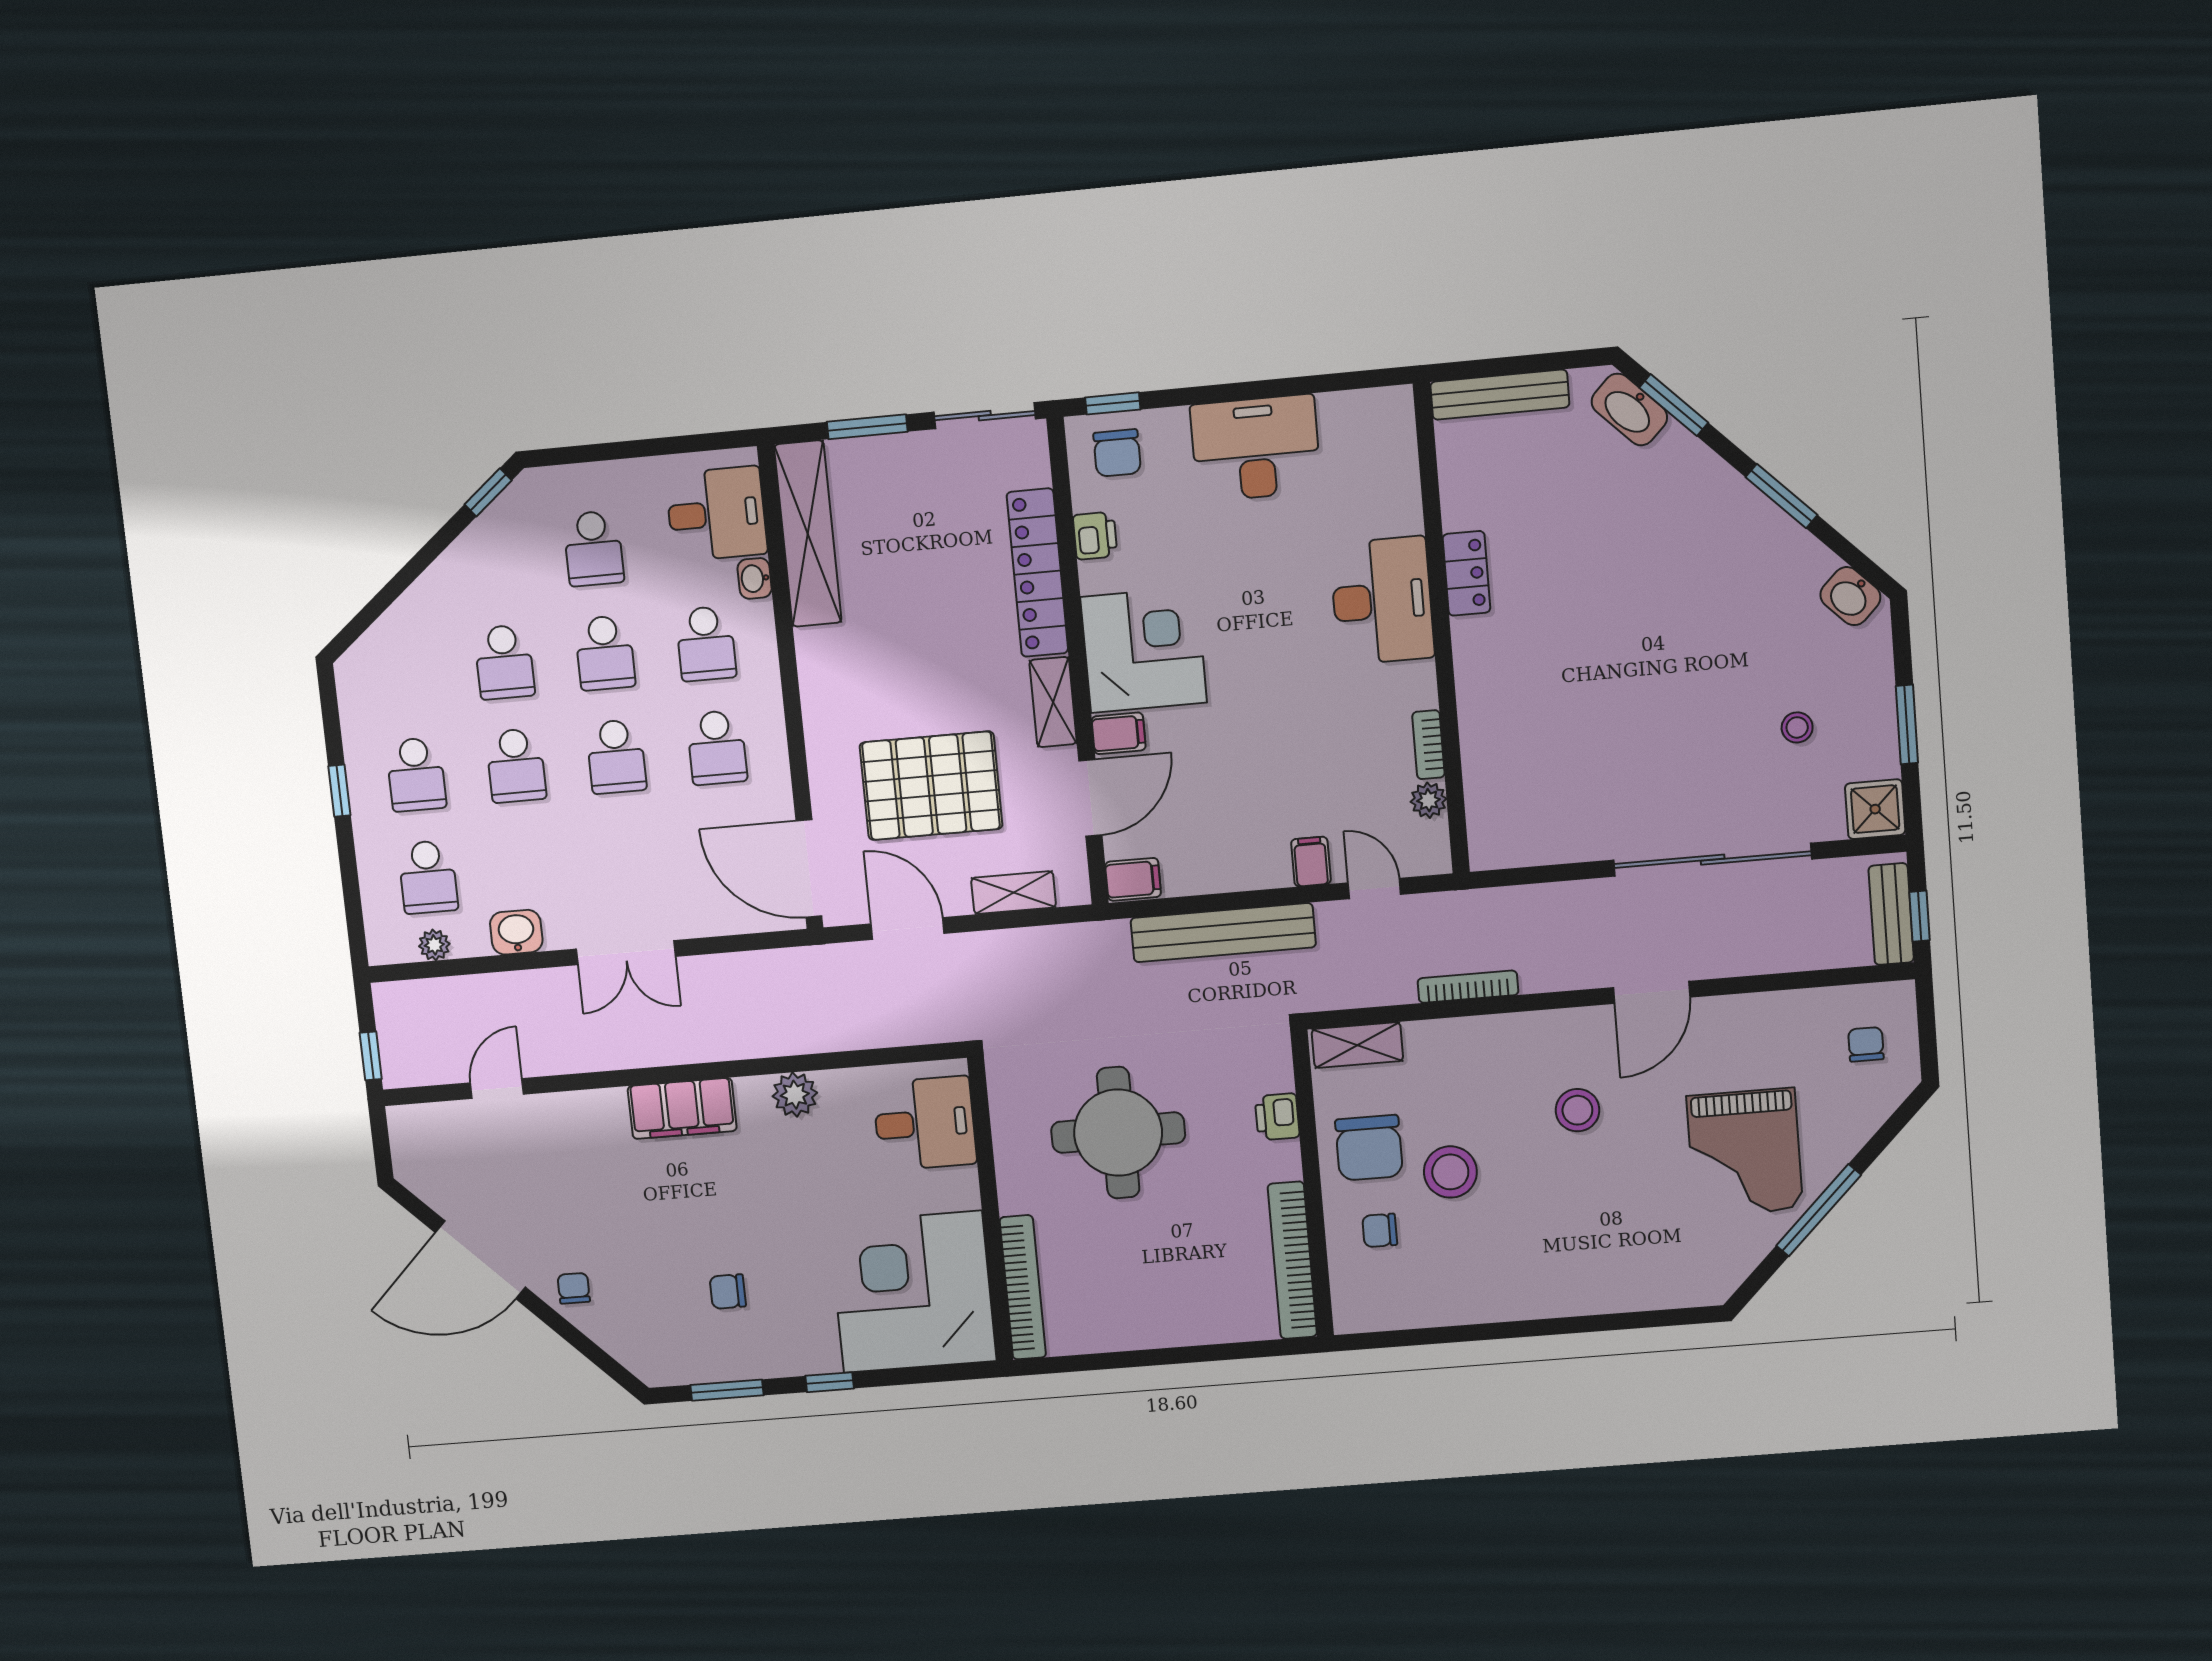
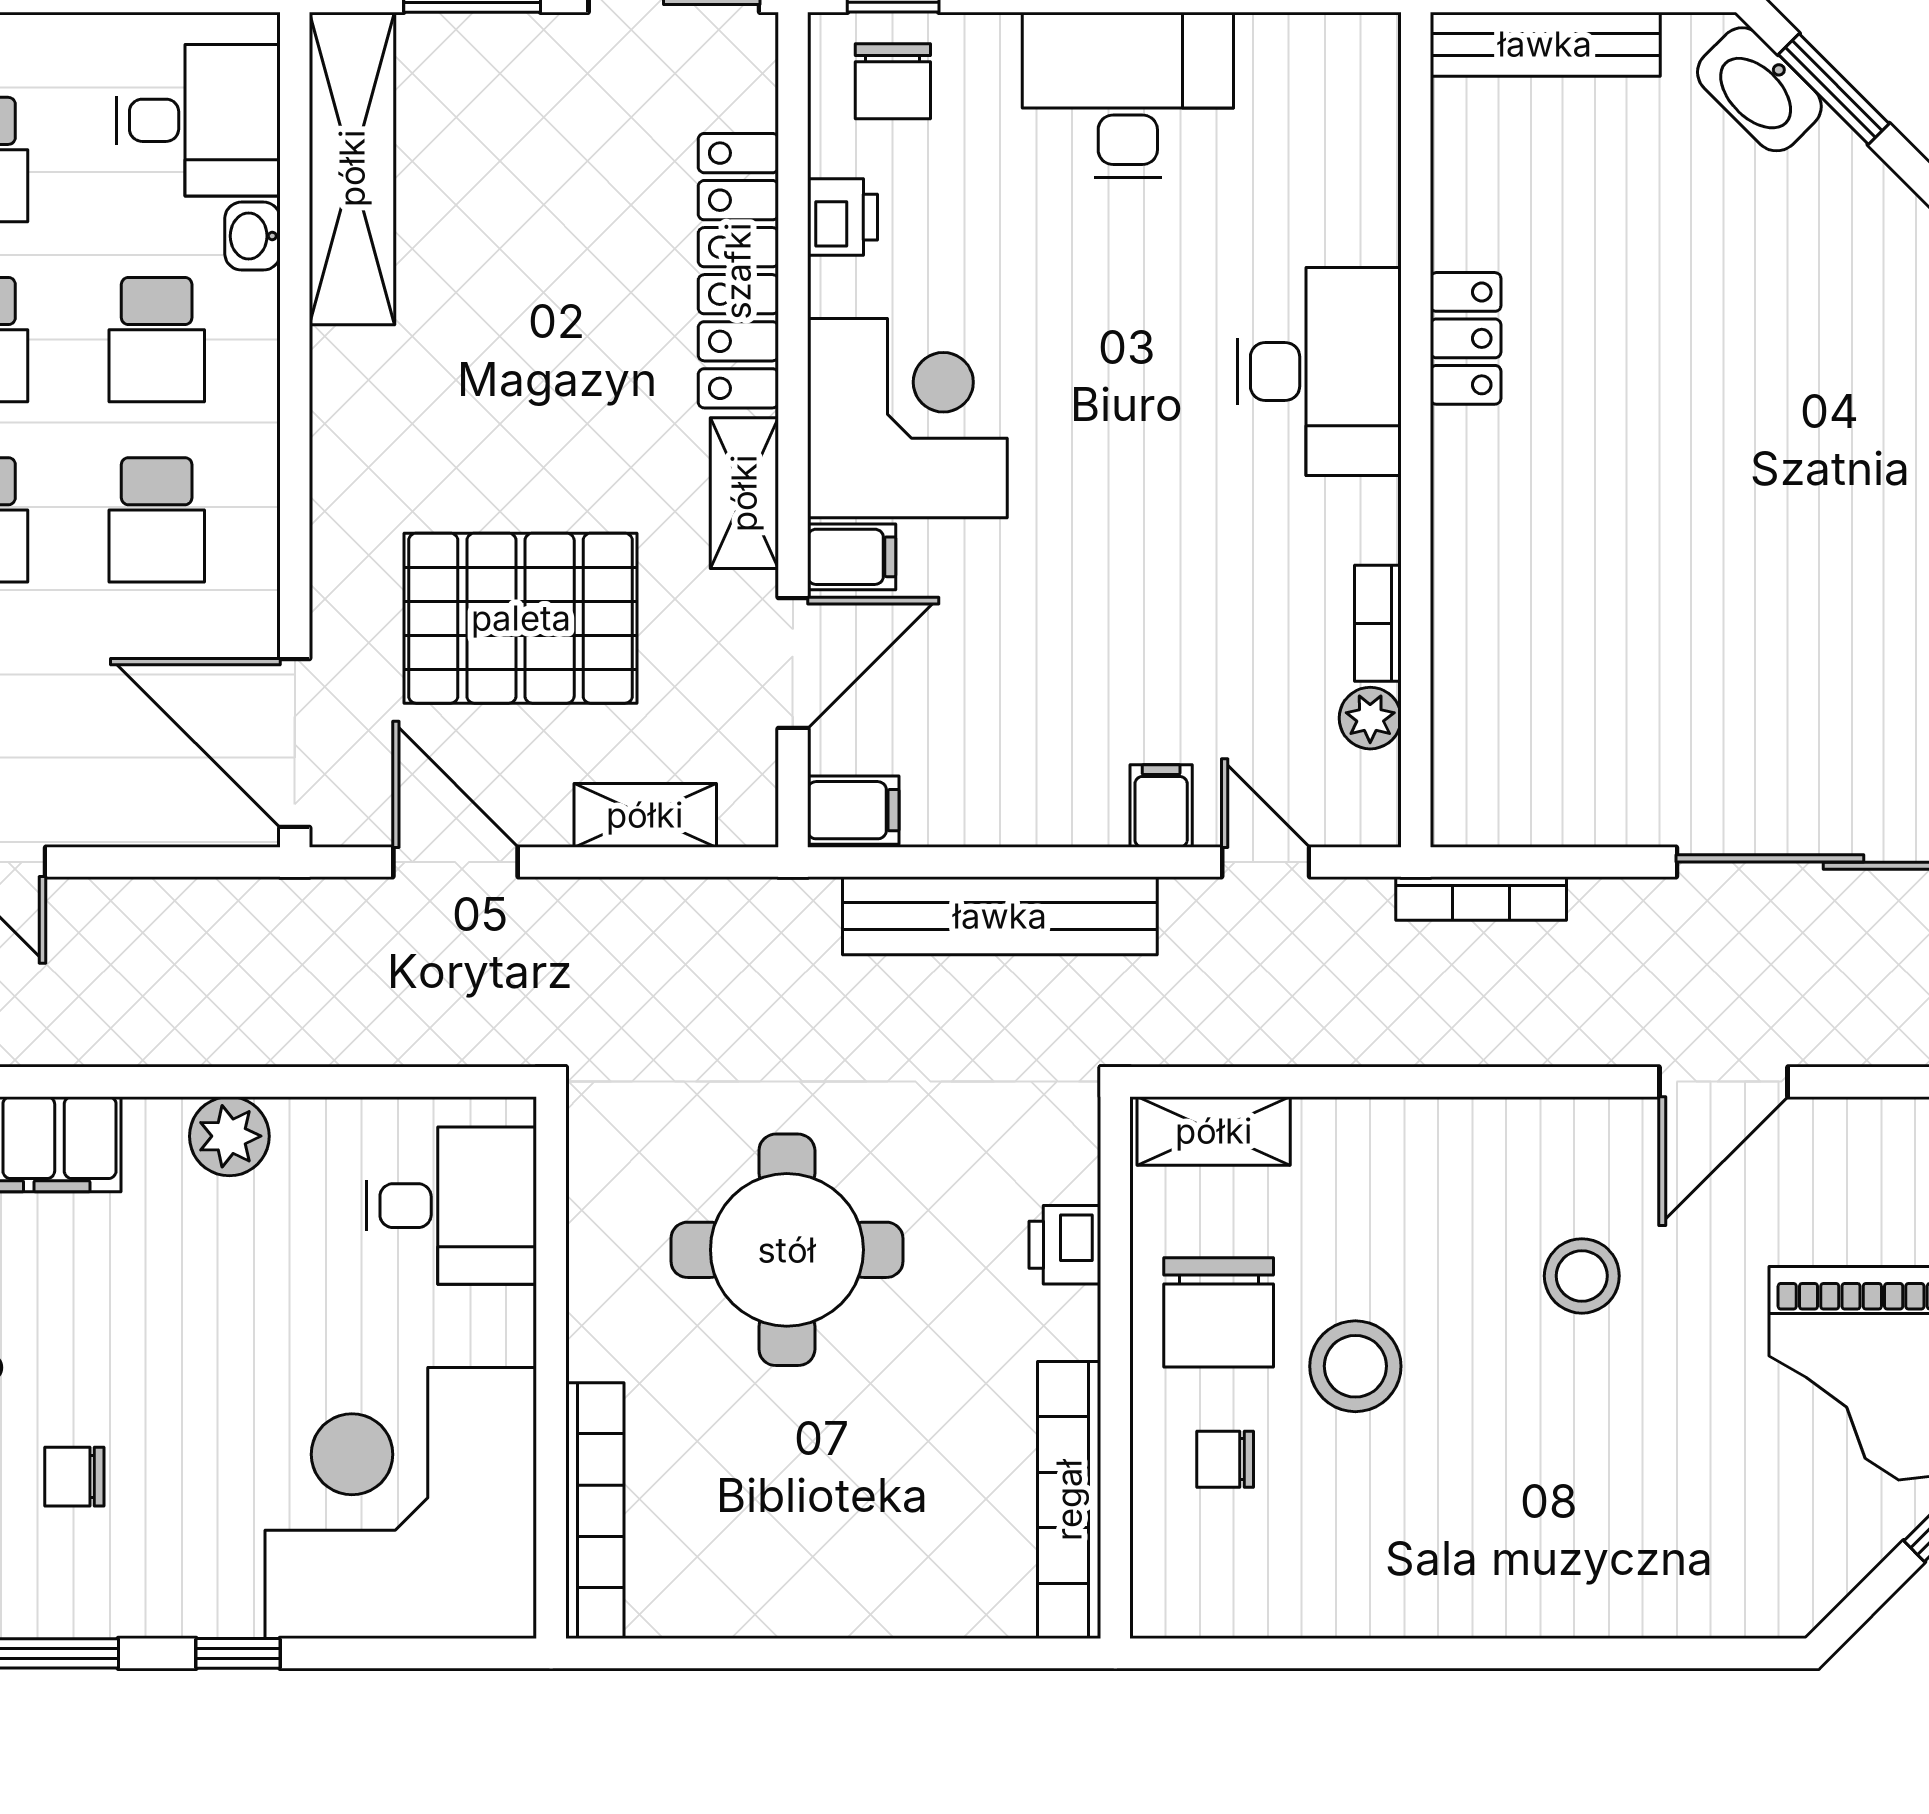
bookcase: (1468, 987) -> (1481, 899), moved, turned 180

